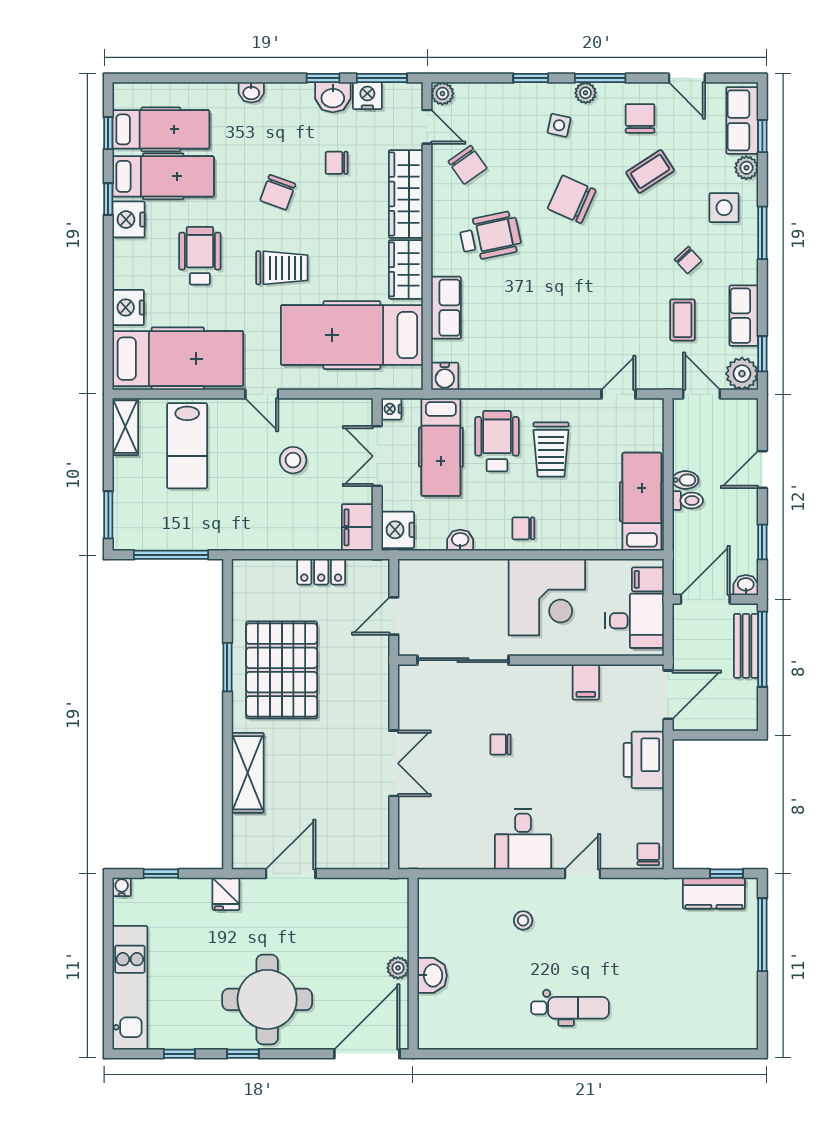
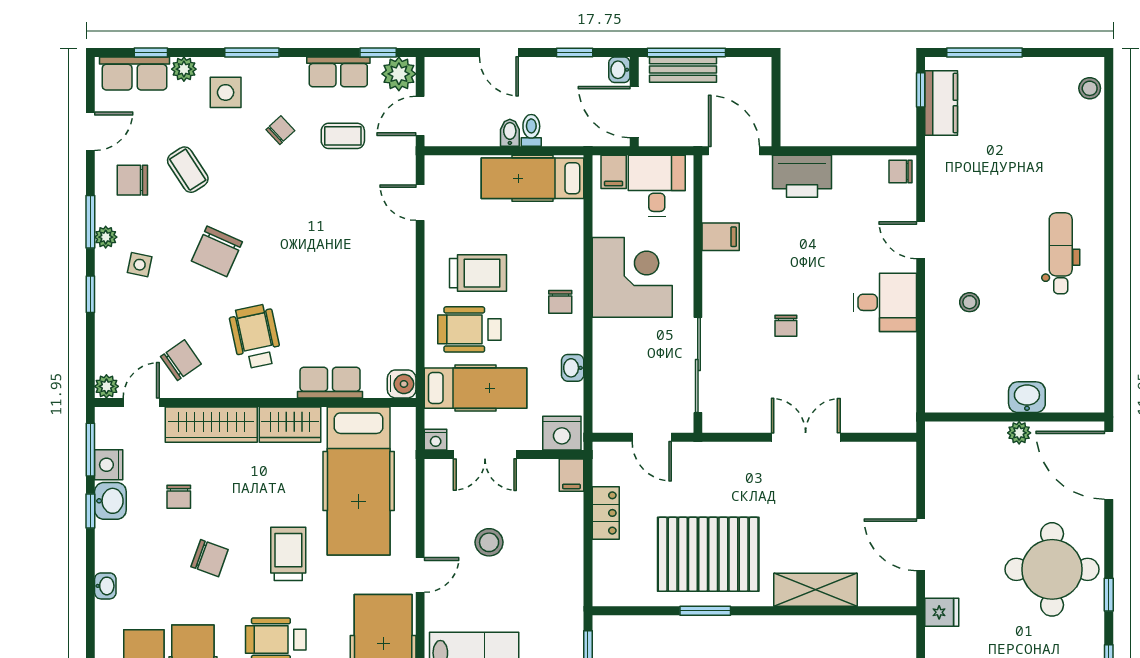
filing cabinet: (357, 527) -> (571, 475), width x0.50
stool: (728, 1036) -> (1090, 88), added

